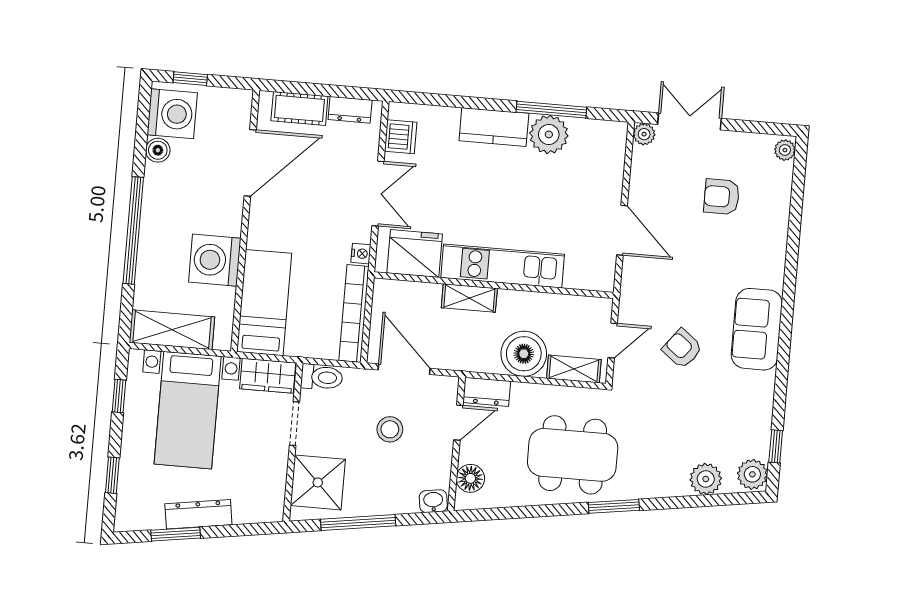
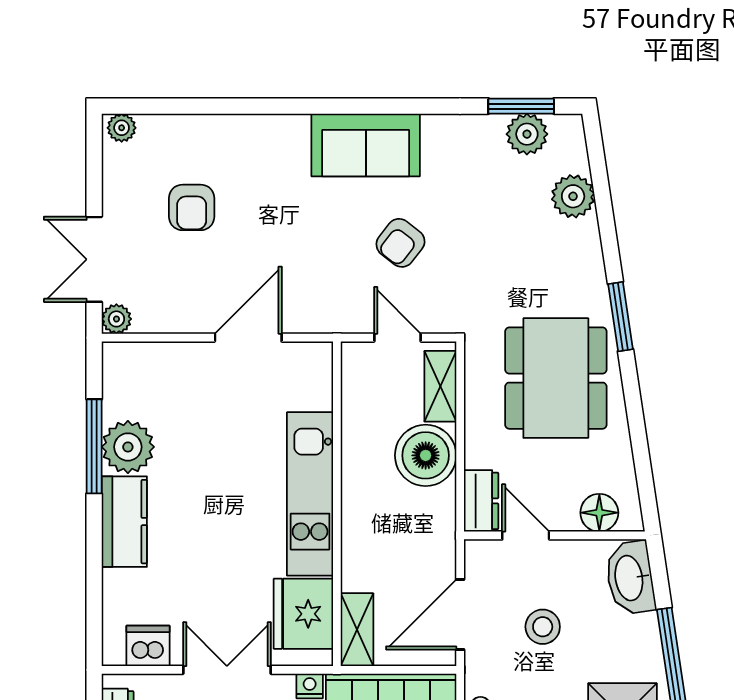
shelving: (469, 298) -> (357, 630), moved
window: (776, 446) -> (521, 106), width x1.50
plant: (752, 474) -> (527, 134), moved
washbasin: (433, 501) -> (630, 578), width x1.91, depth x1.45

